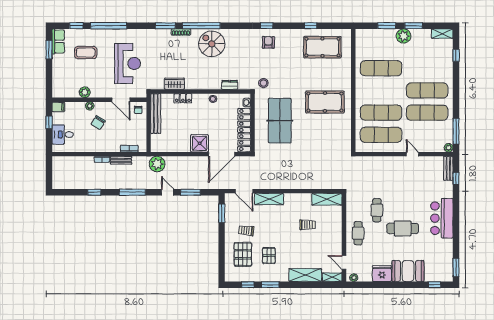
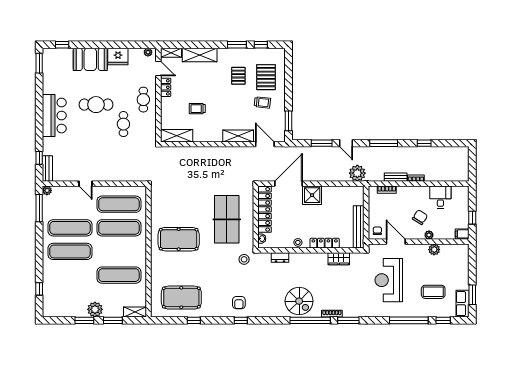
shelving: (442, 34) -> (135, 312), moved
locker: (183, 98) -> (325, 243), width x1.53
desk: (63, 134) -> (440, 197), moved, turned -90
locker: (337, 245) -> (166, 87), added

